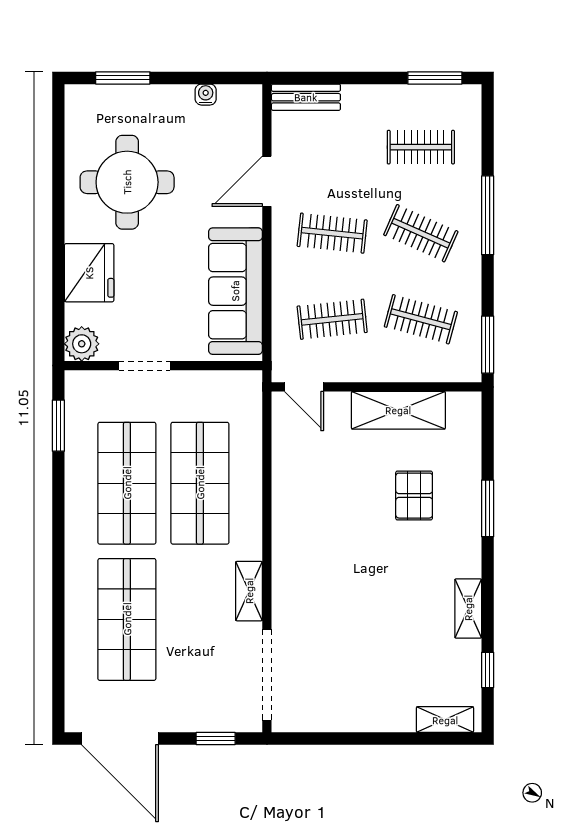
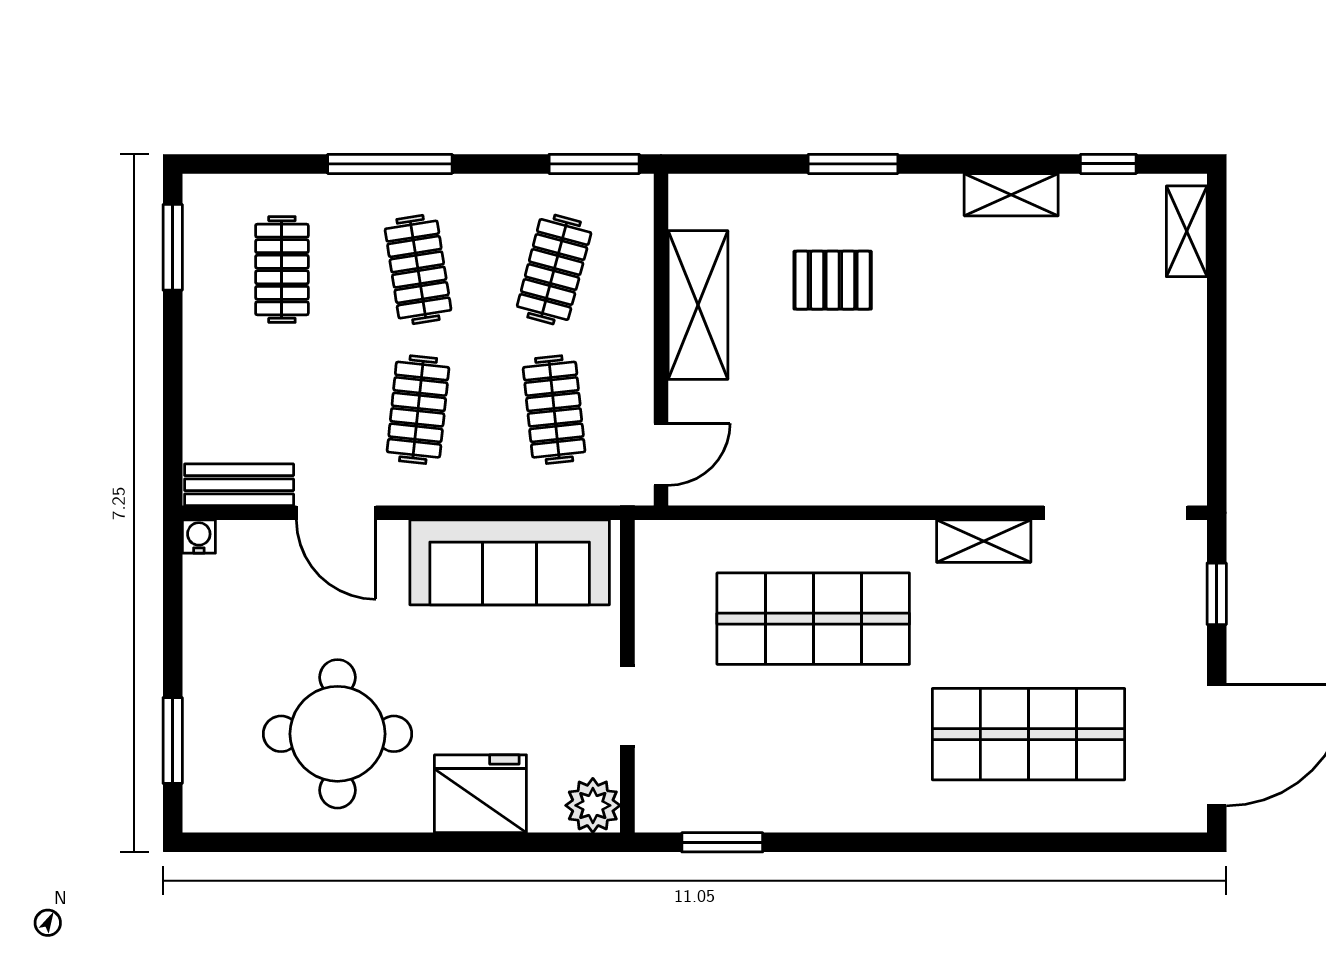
water cooler: (206, 95) -> (199, 537), moved, turned 90
bench: (306, 97) -> (239, 485), moved, turned 90
clothes rail: (421, 233) -> (418, 269), turned -33
shop shelf: (127, 483) -> (813, 734), removed

